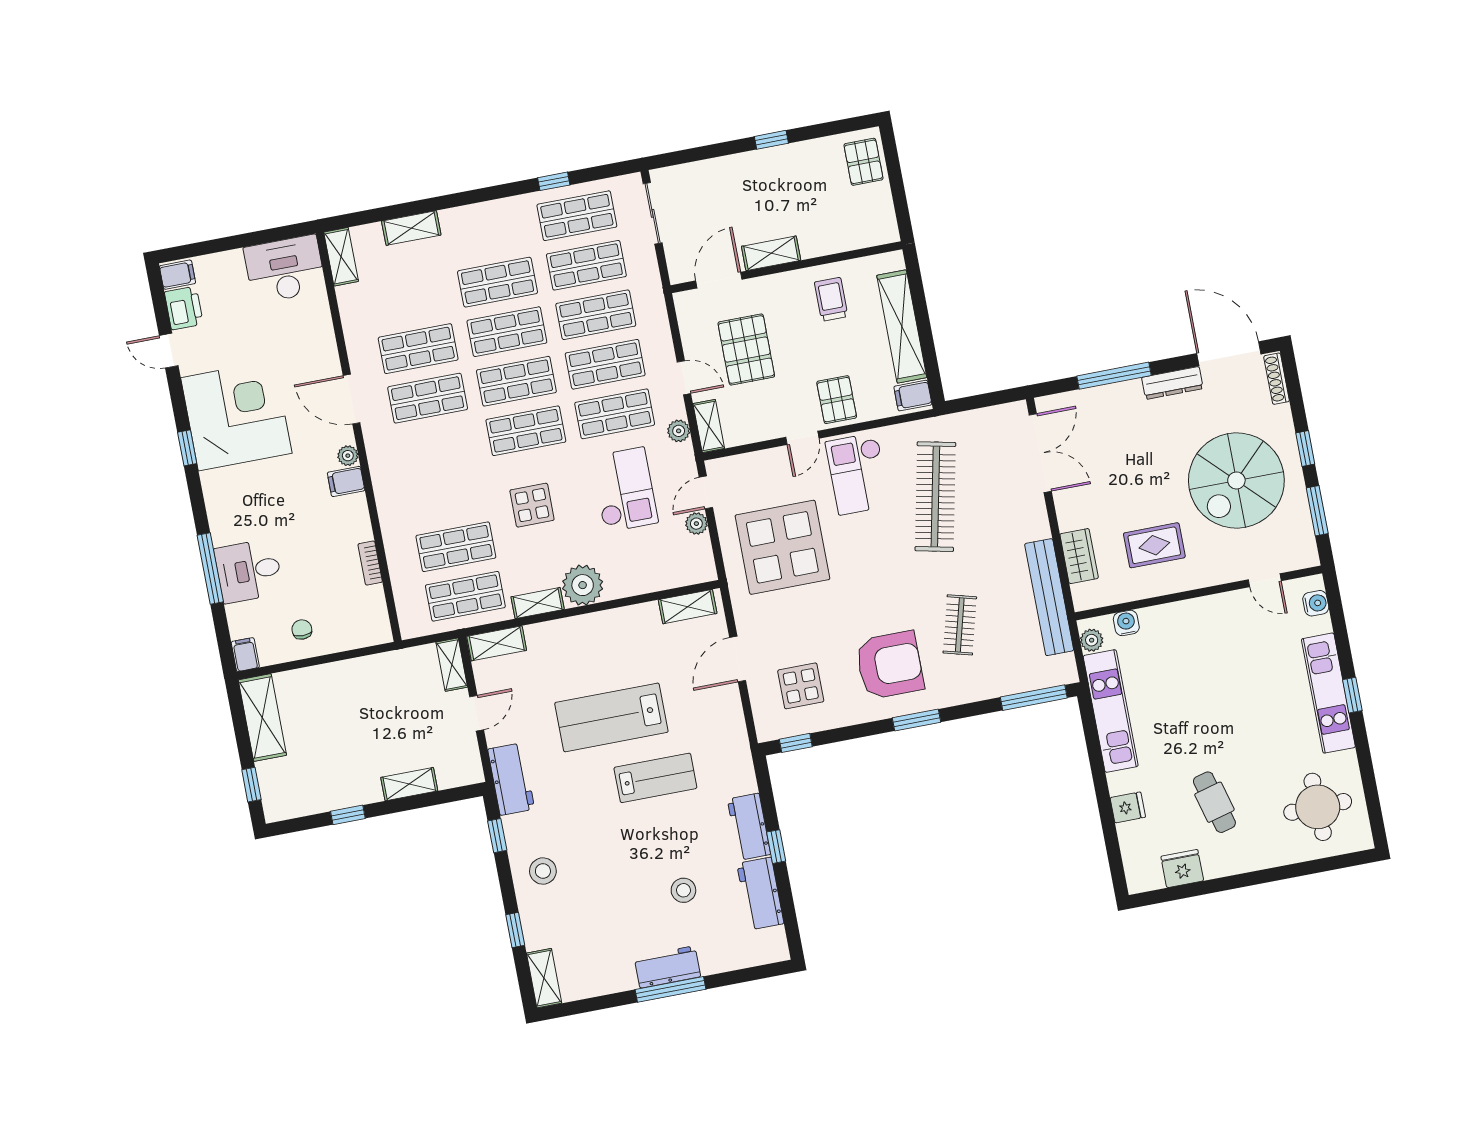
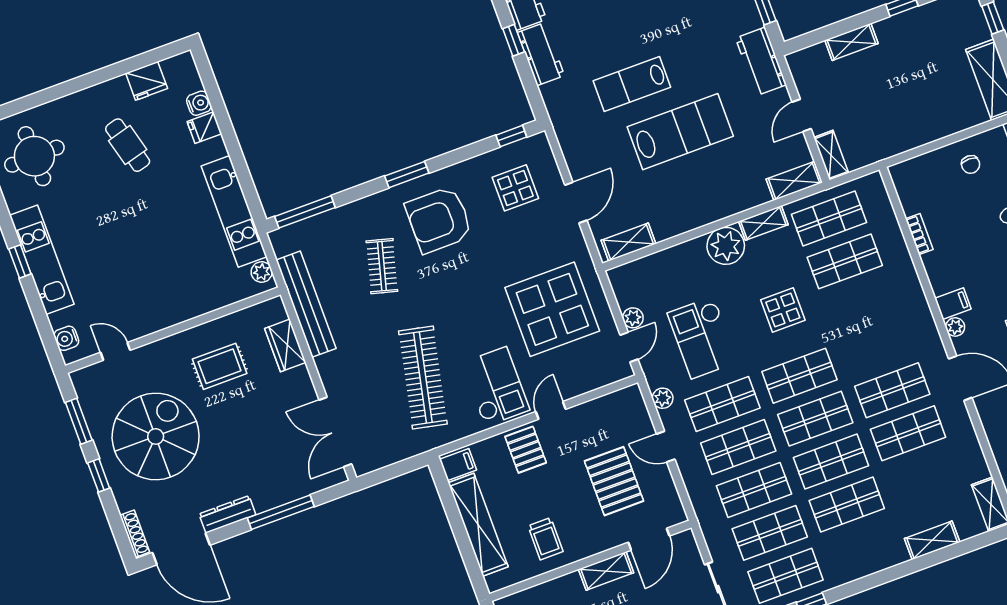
shelving: (709, 426) -> (636, 407), removed
water cooler: (1126, 623) -> (199, 103), moved, turned -90

